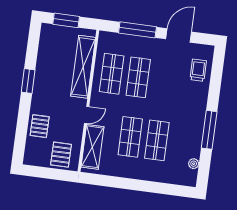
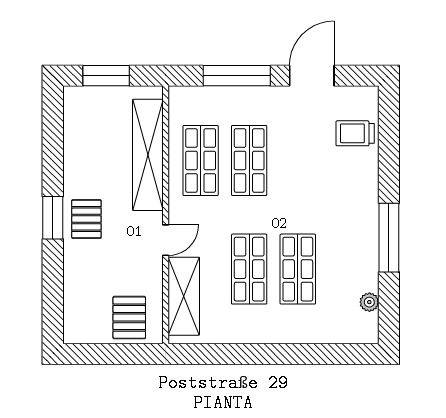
trolley: (198, 70) -> (355, 133), turned -90
window: (28, 81) -> (53, 218), moved
pallet: (40, 126) -> (86, 219), moved

